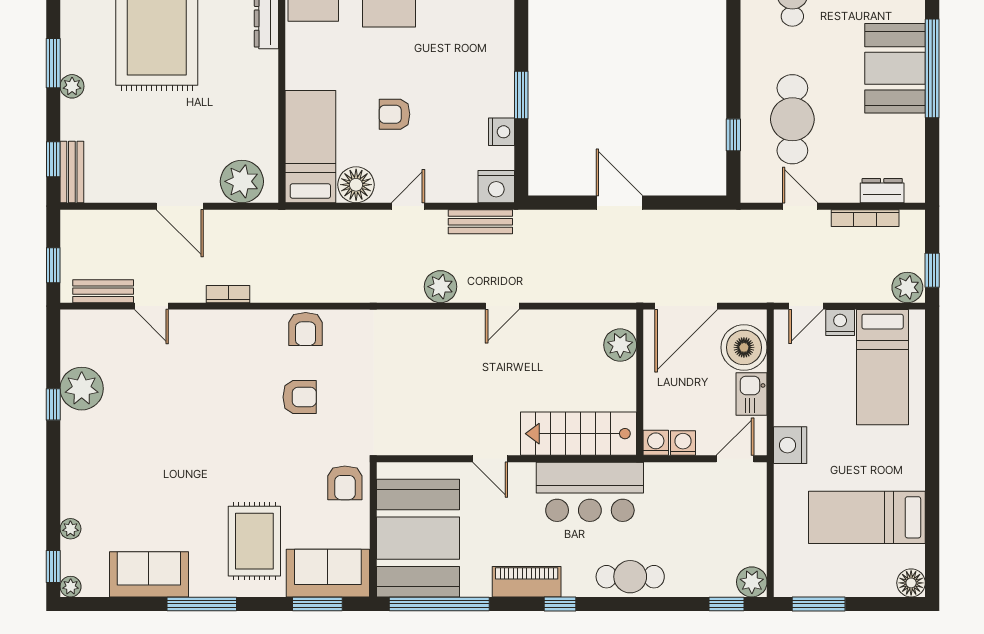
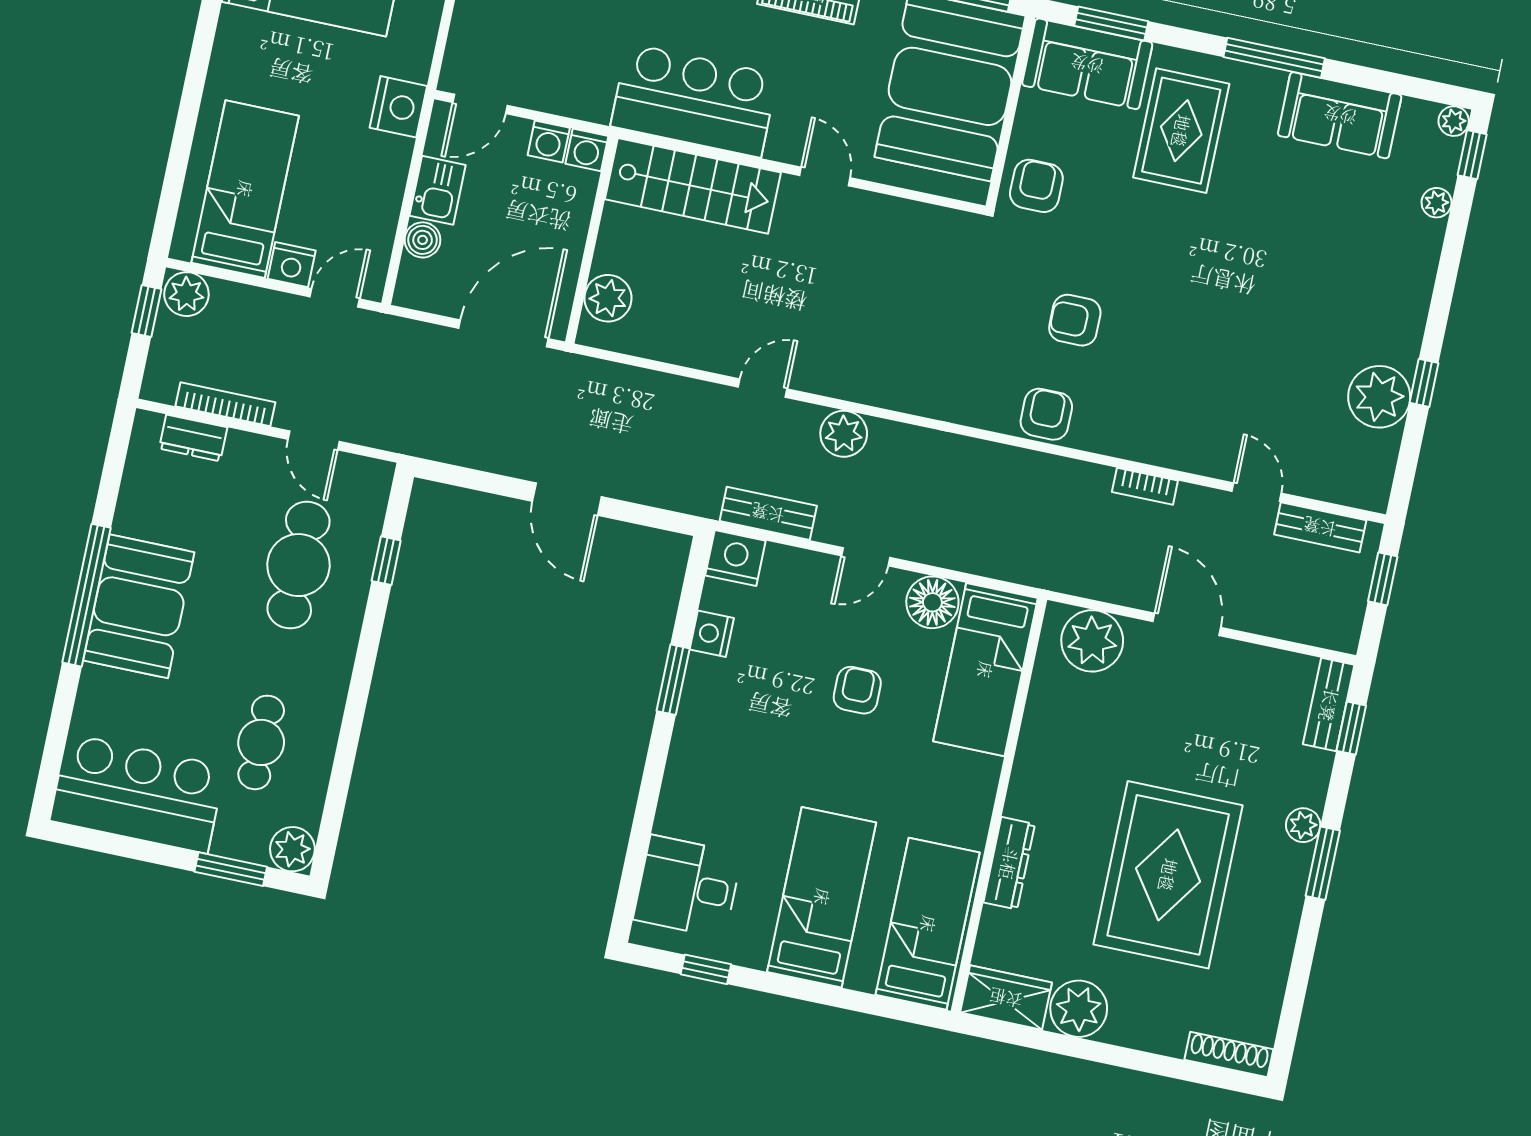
armchair: (395, 114) -> (857, 690), turned -90
boiler: (744, 347) -> (423, 240), width x0.54, depth x0.54

